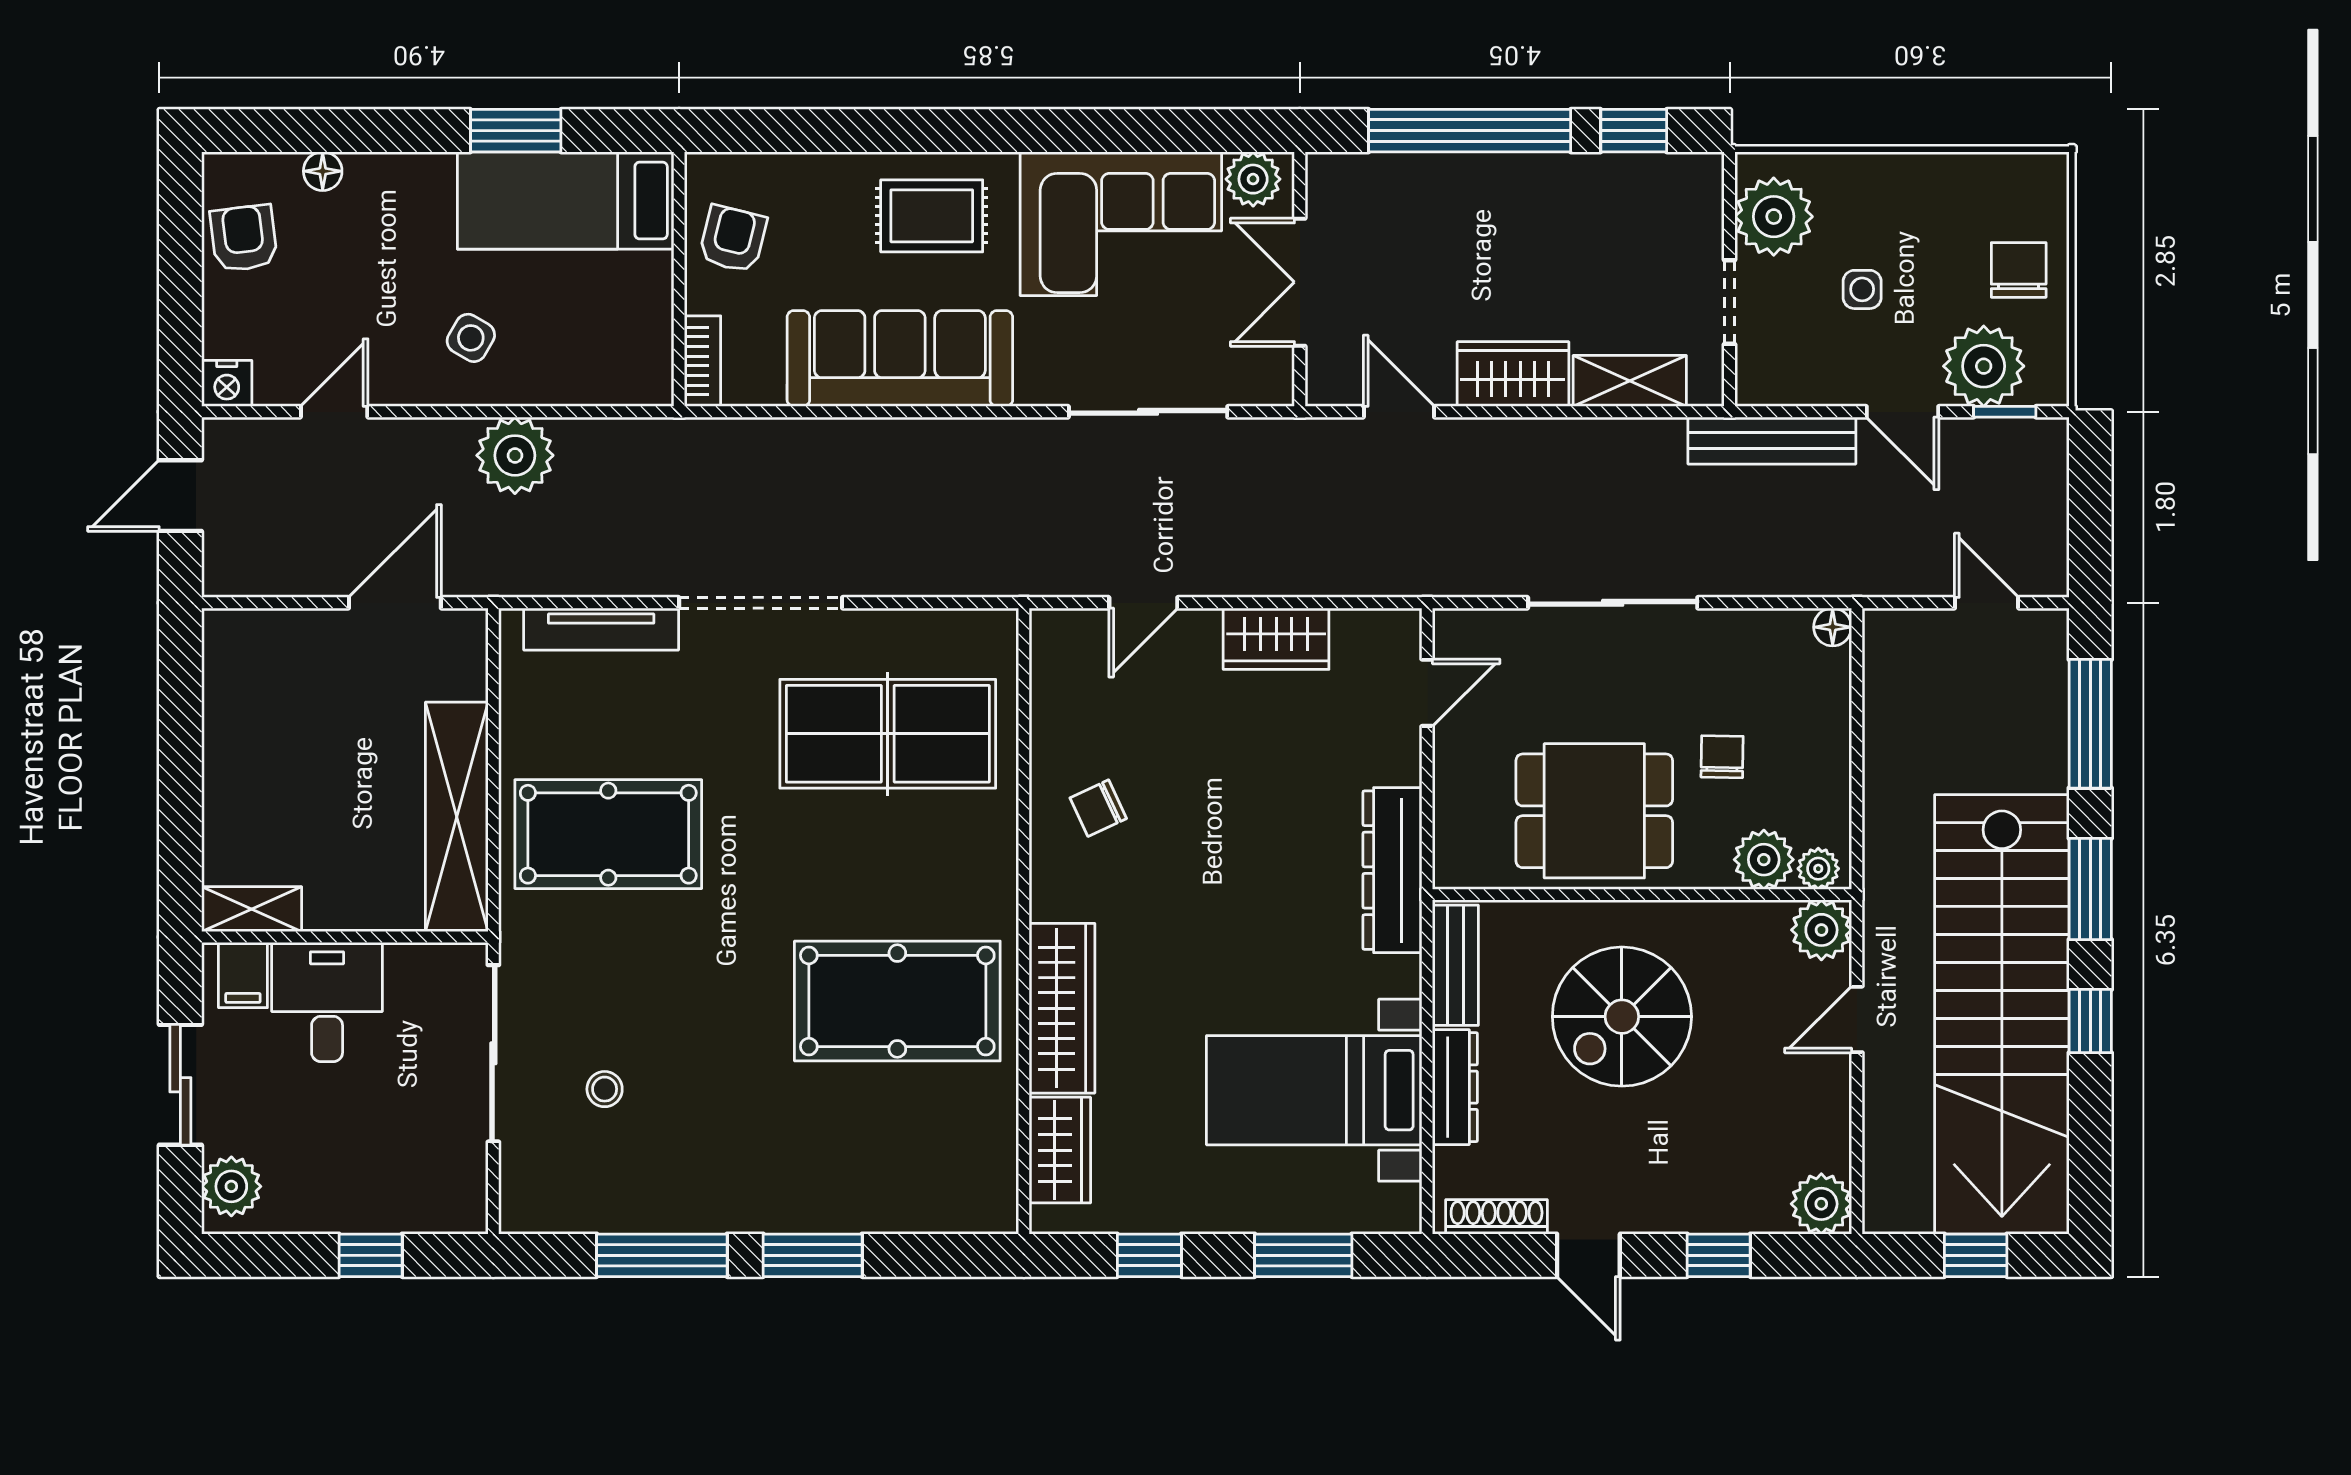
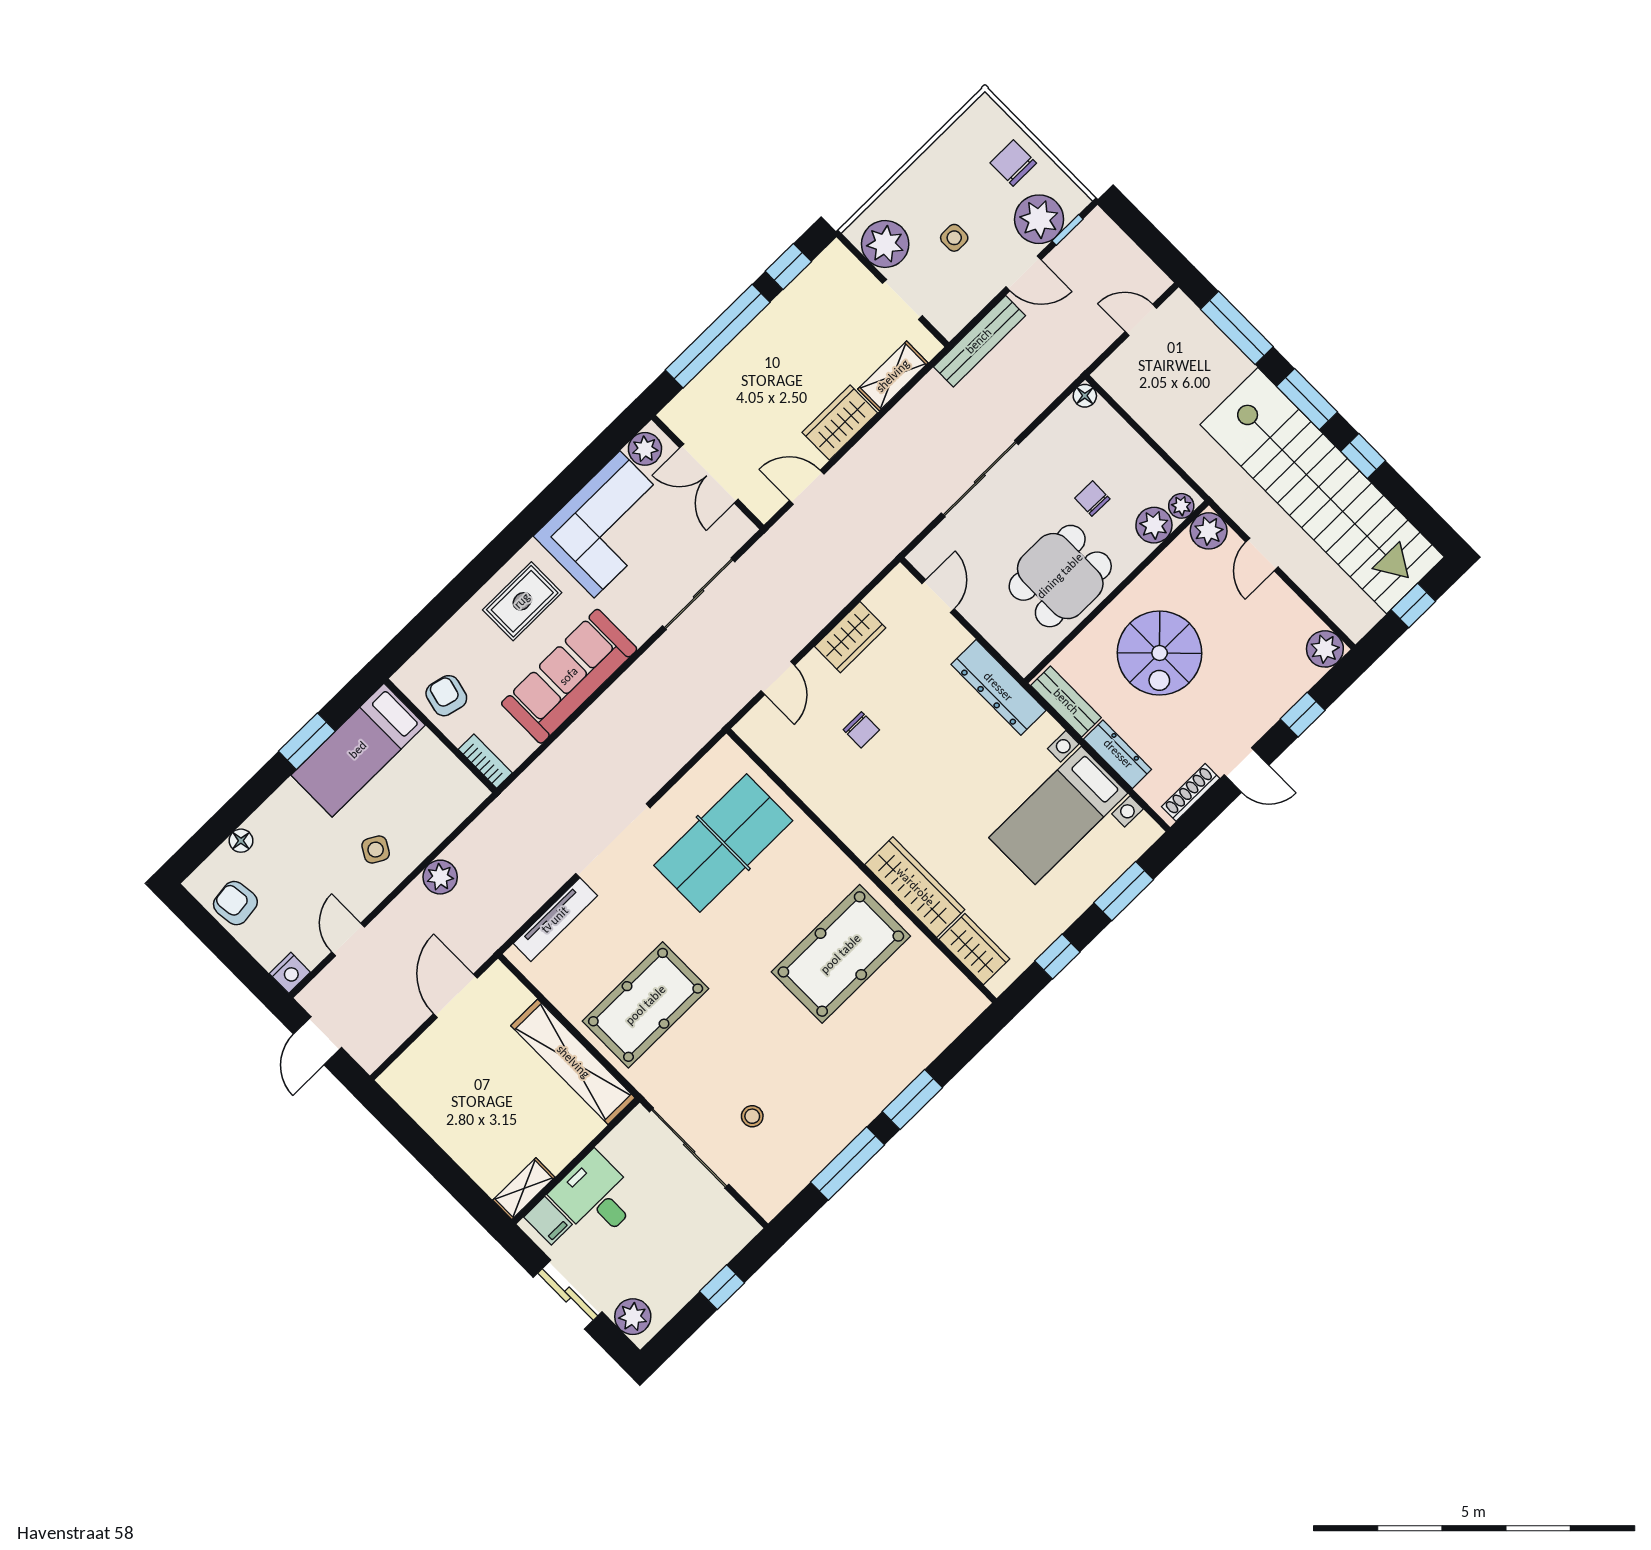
plant: (515, 455) -> (440, 877), width x0.73, depth x0.73
chair: (1098, 808) -> (861, 730), moved, turned -65

